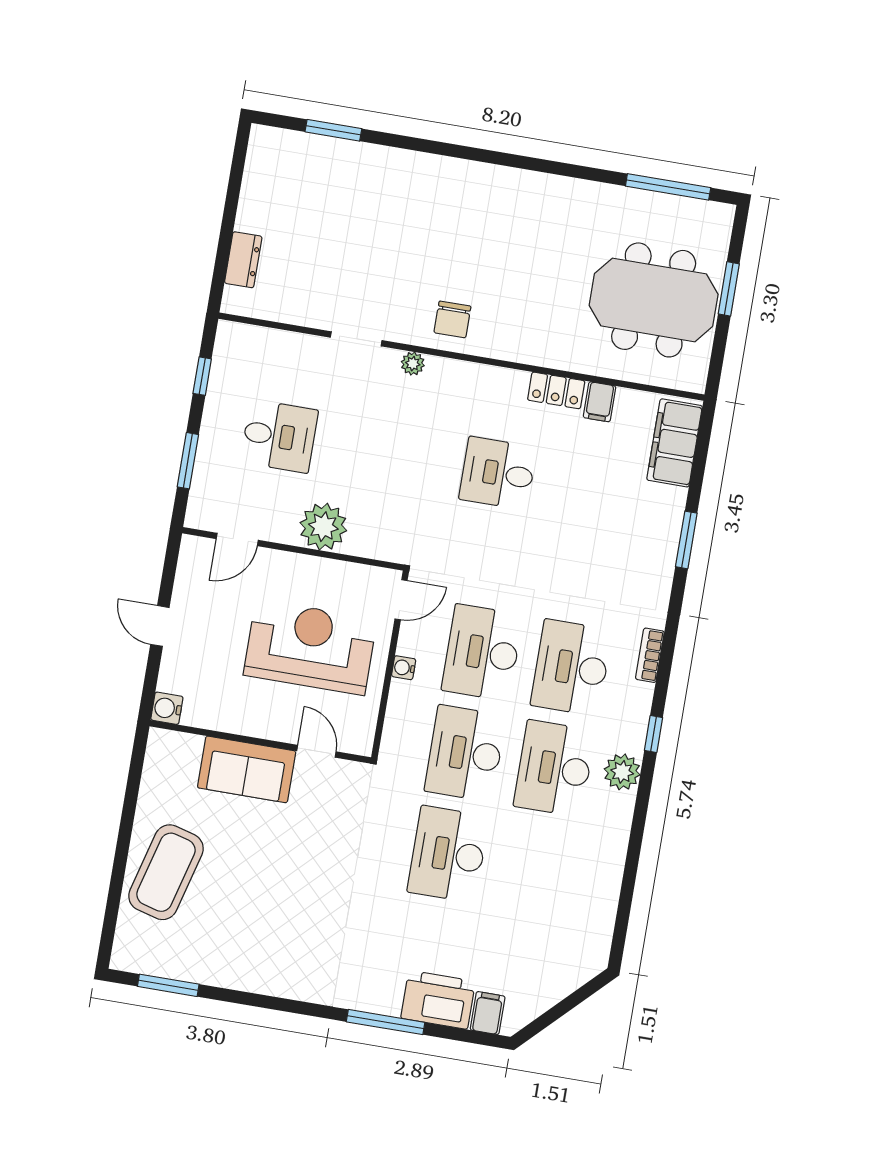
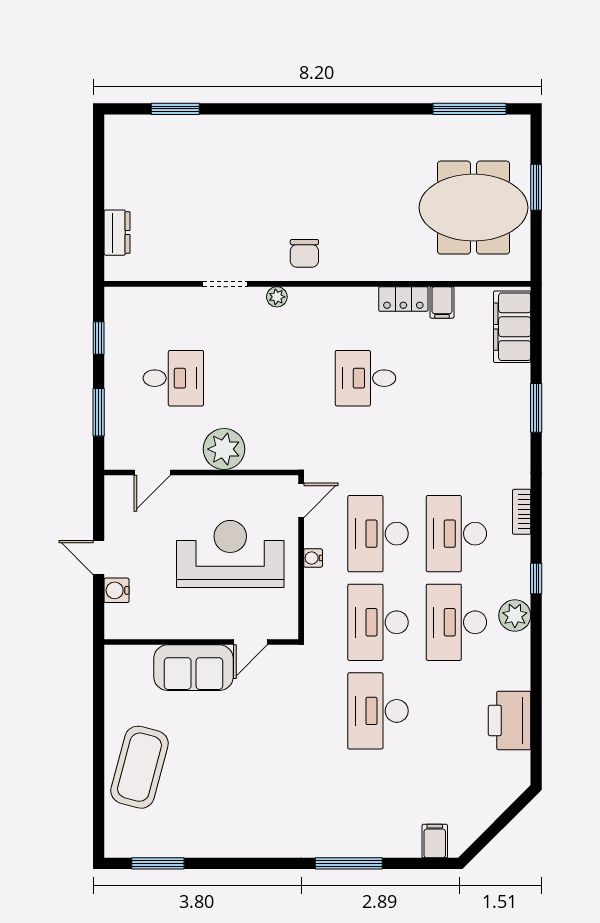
water cooler: (167, 708) -> (117, 590), moved
door: (316, 751) -> (251, 642), swing flipped
printer: (438, 1000) -> (510, 720), moved, turned -90

